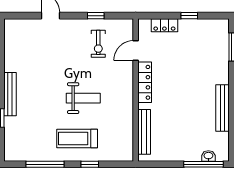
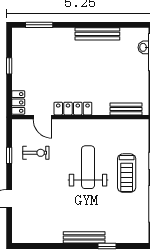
locker: (164, 25) -> (18, 102), moved
weight bench: (83, 98) -> (88, 167), width x1.36, depth x1.33
bench: (144, 132) -> (126, 109), width x0.73

